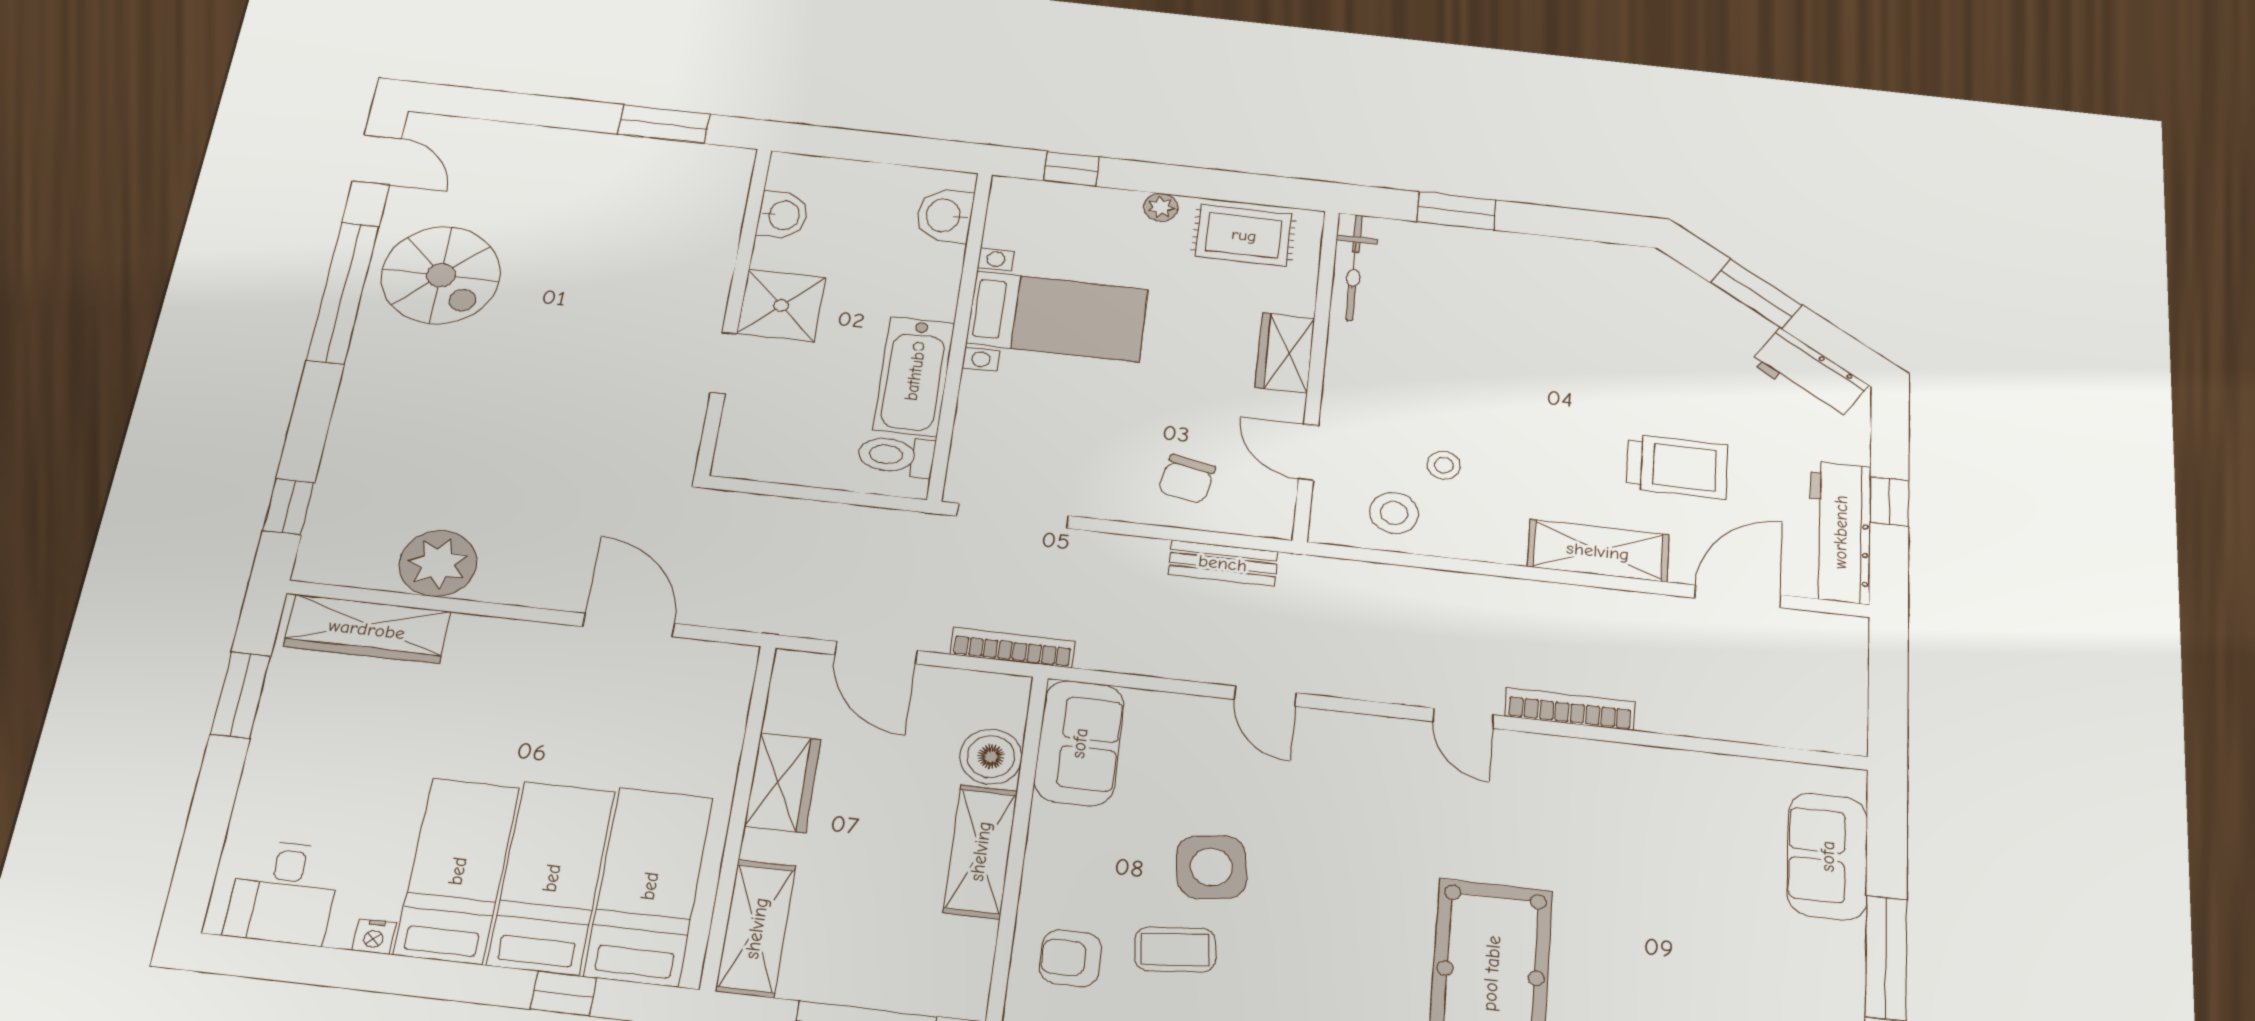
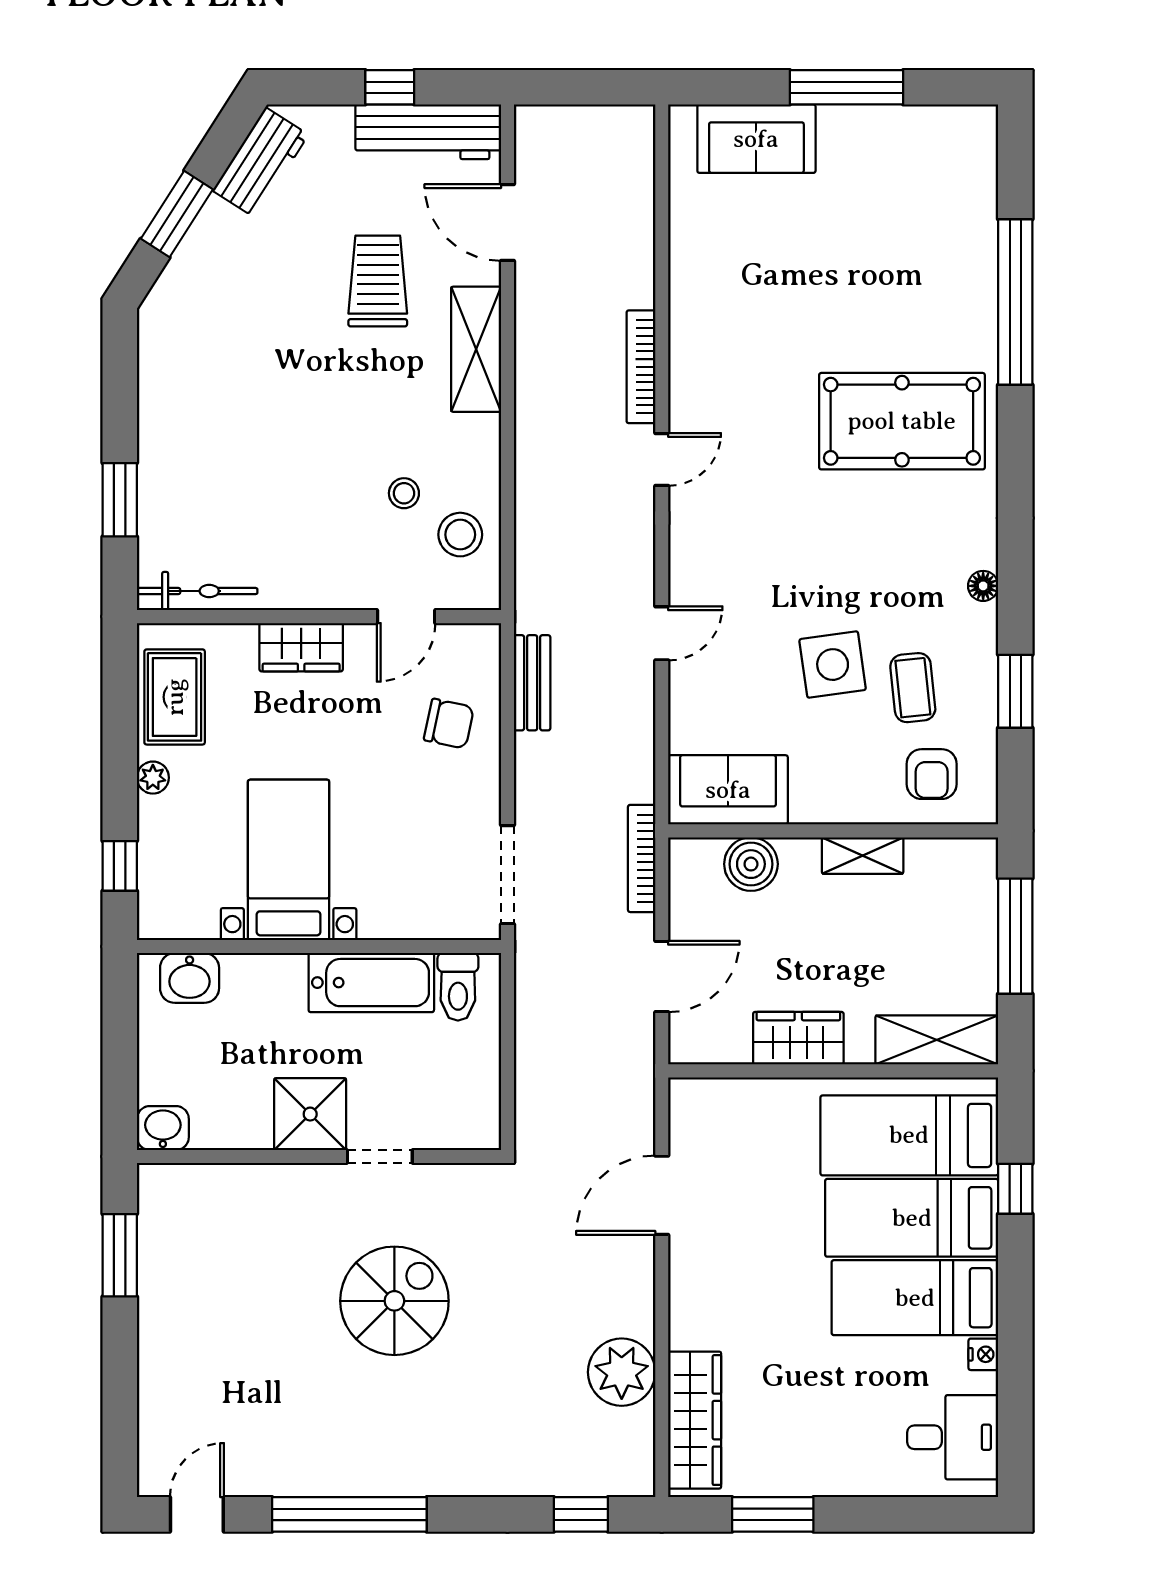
washbasin: (783, 215) -> (163, 1128), moved
spiral stairs: (441, 275) -> (394, 1301), moved
shelving: (980, 851) -> (863, 856), width x0.67, depth x0.75

